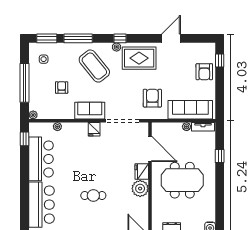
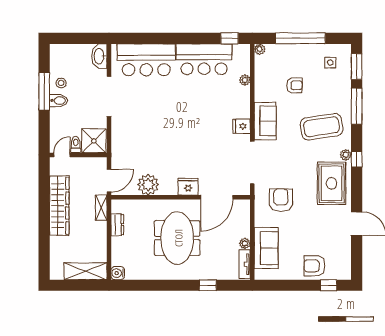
coffee table: (94, 66) -> (322, 127), turned 30
armchair: (152, 98) -> (281, 200), turned -90
sofa: (190, 110) -> (266, 248), width x0.73
plant: (140, 189) -> (148, 185), moved
cafe table: (93, 195) -> (158, 125), removed

